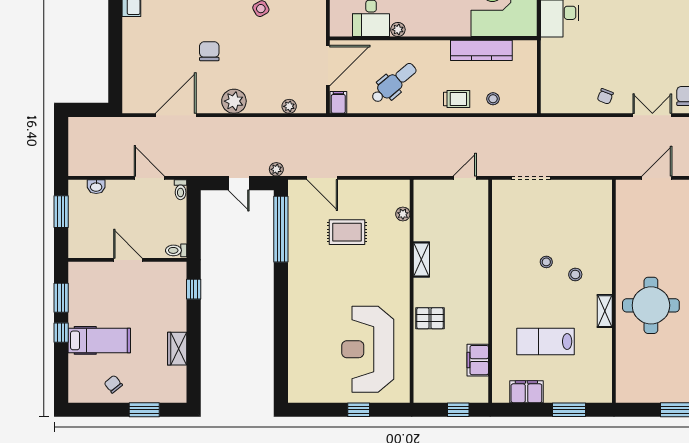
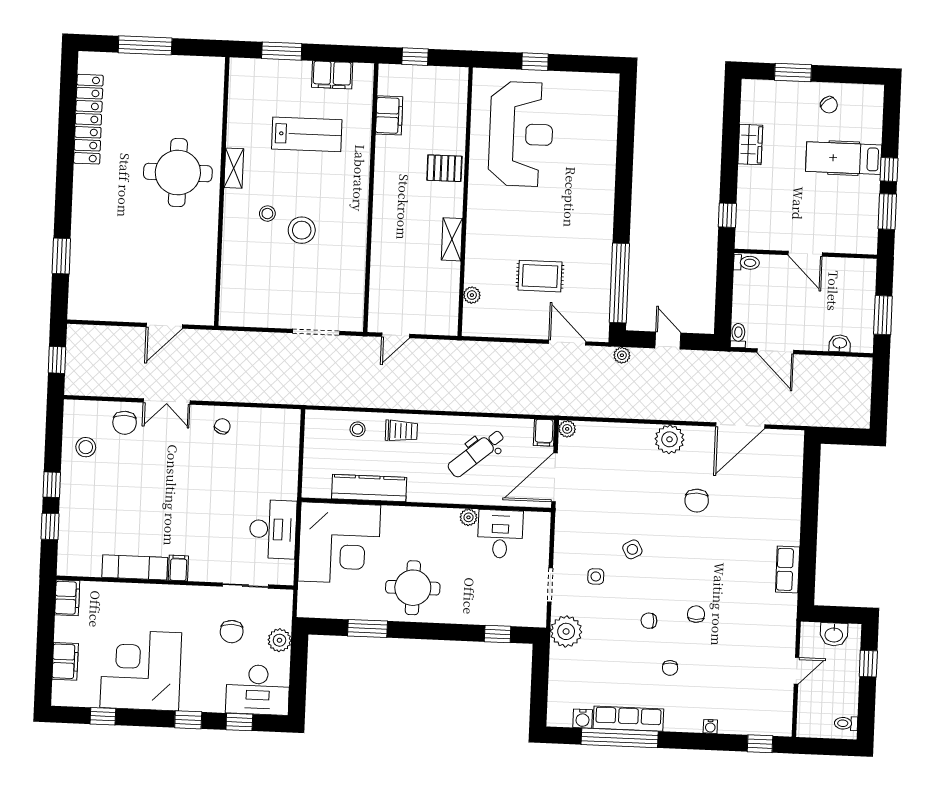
trolley: (457, 99) -> (401, 431), turned 180
plant: (289, 106) -> (567, 429), moved
stool: (546, 262) -> (302, 230), width x1.89, depth x1.89

